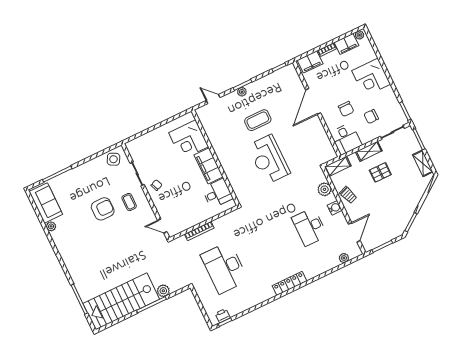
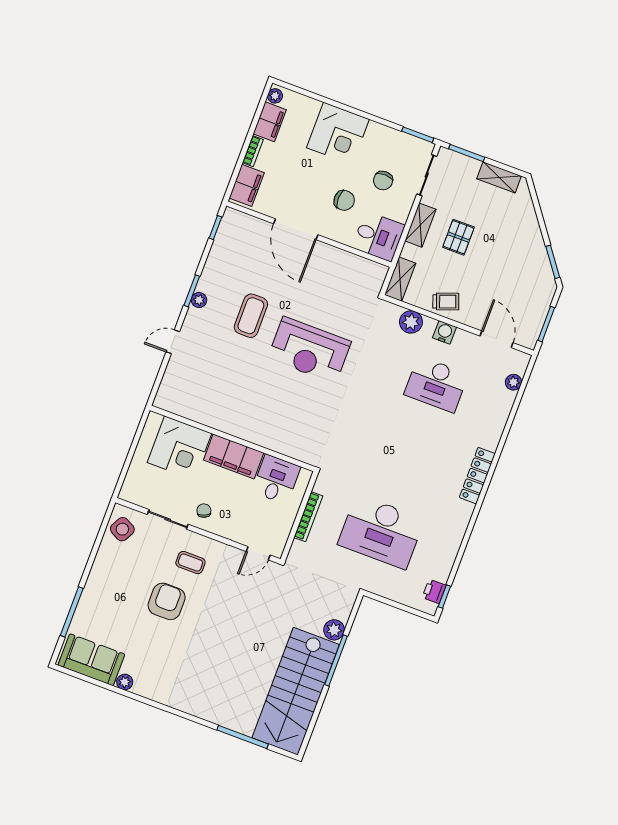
corner desk: (189, 140) -> (179, 448), moved
wall: (216, 158) -> (232, 438), moved
filing cabinet: (209, 166) -> (234, 456), moved
desk: (217, 193) -> (276, 479), moved

